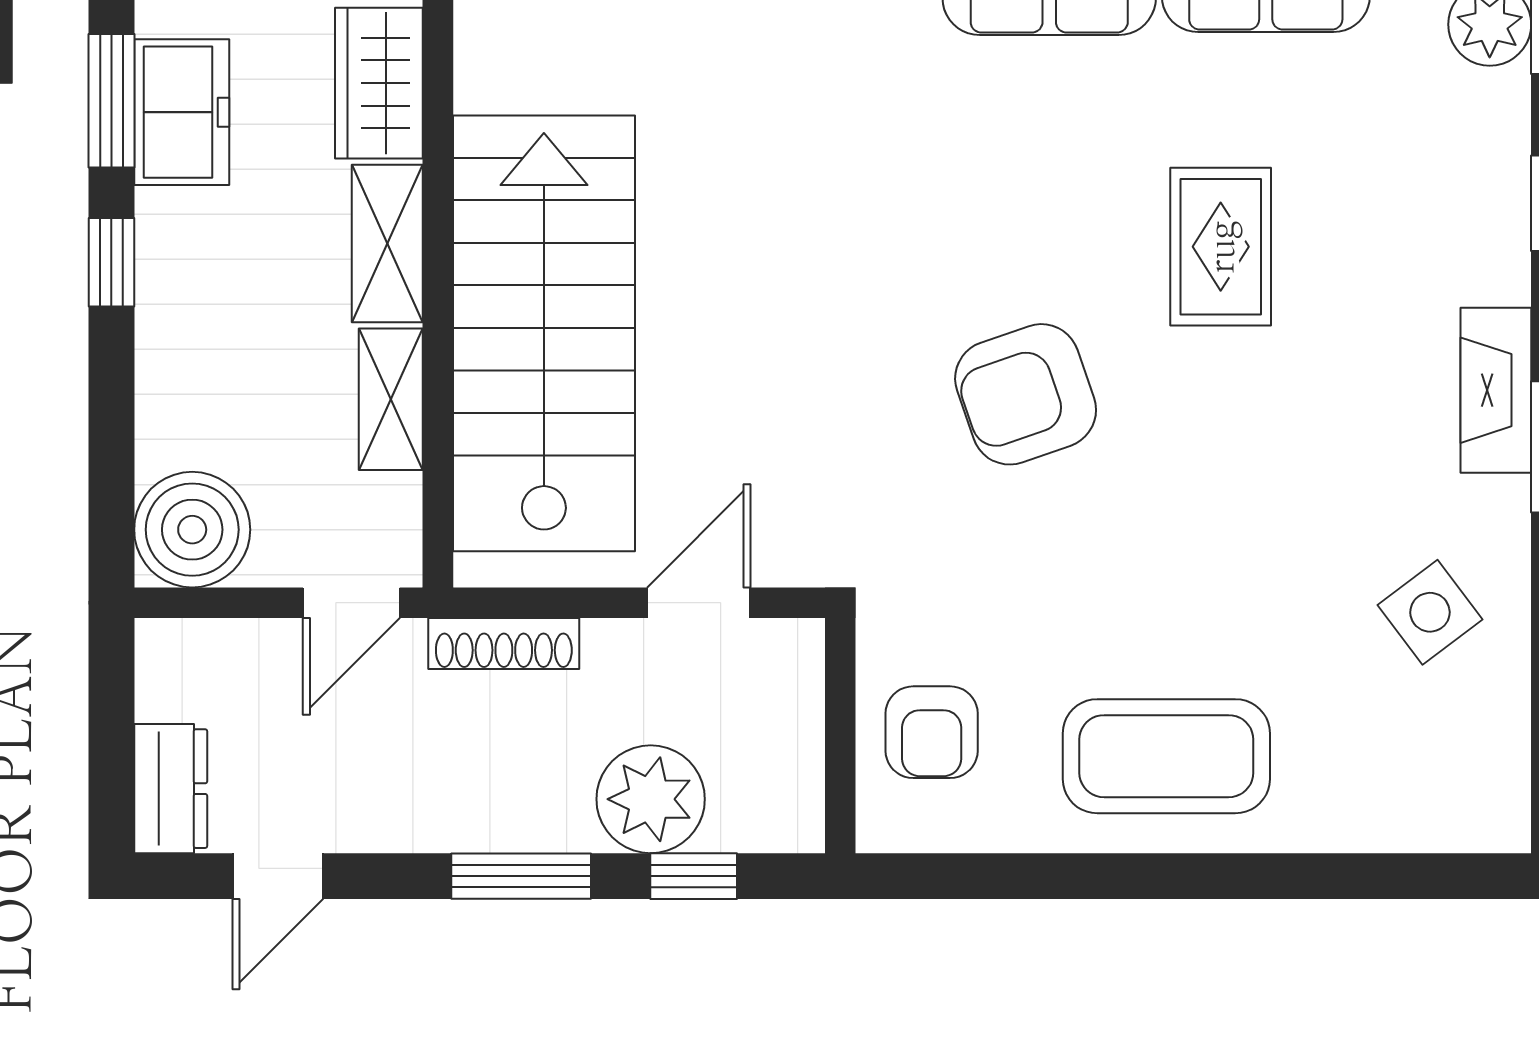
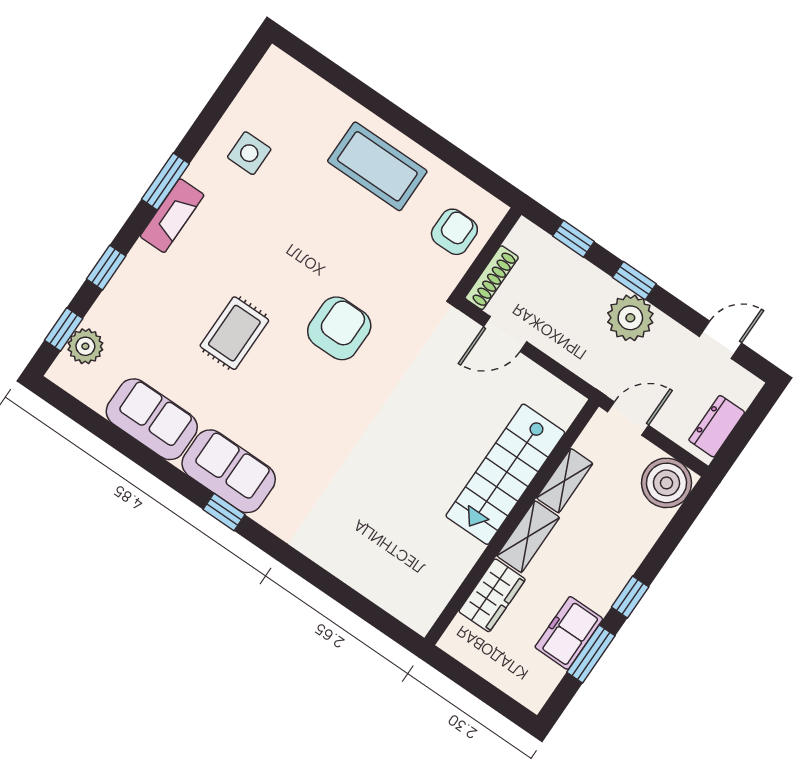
stairs: (544, 333) -> (505, 474), width x0.73, depth x0.66
armchair: (1026, 394) -> (339, 328), turned -71
side table: (1430, 612) -> (249, 153), turned 37
shoe rack: (504, 644) -> (492, 278), moved, turned 90
dresser: (171, 789) -> (717, 426), moved
plant: (651, 799) -> (630, 318), moved
window: (521, 876) -> (634, 281), width x0.67

